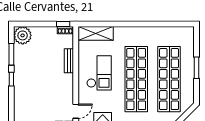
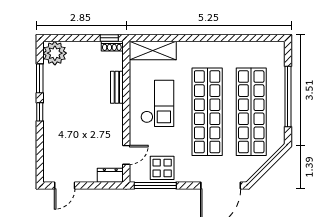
window: (196, 68) -> (288, 97), width x2.11

